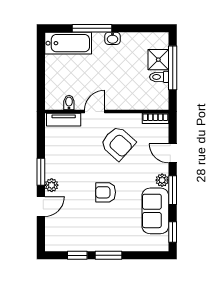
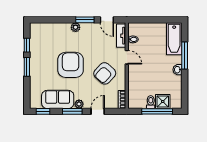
armchair: (106, 192) -> (71, 65), width x1.88, depth x1.88
door: (41, 206) -> (107, 20), moved

